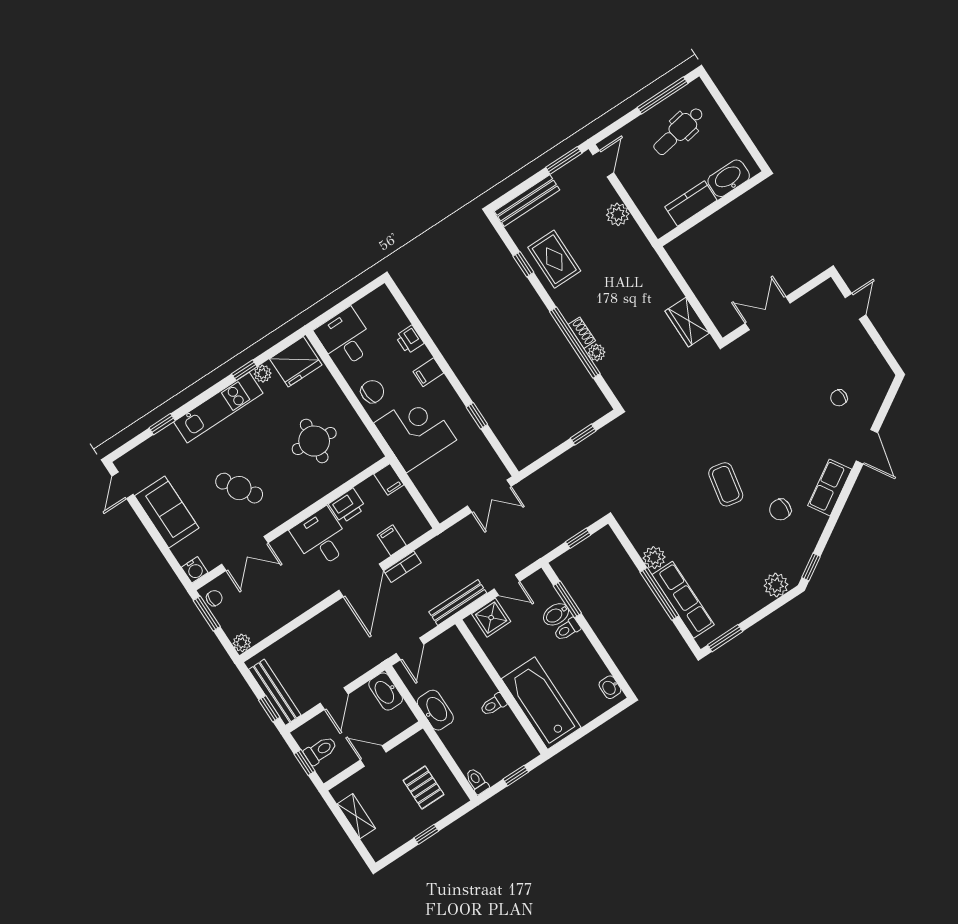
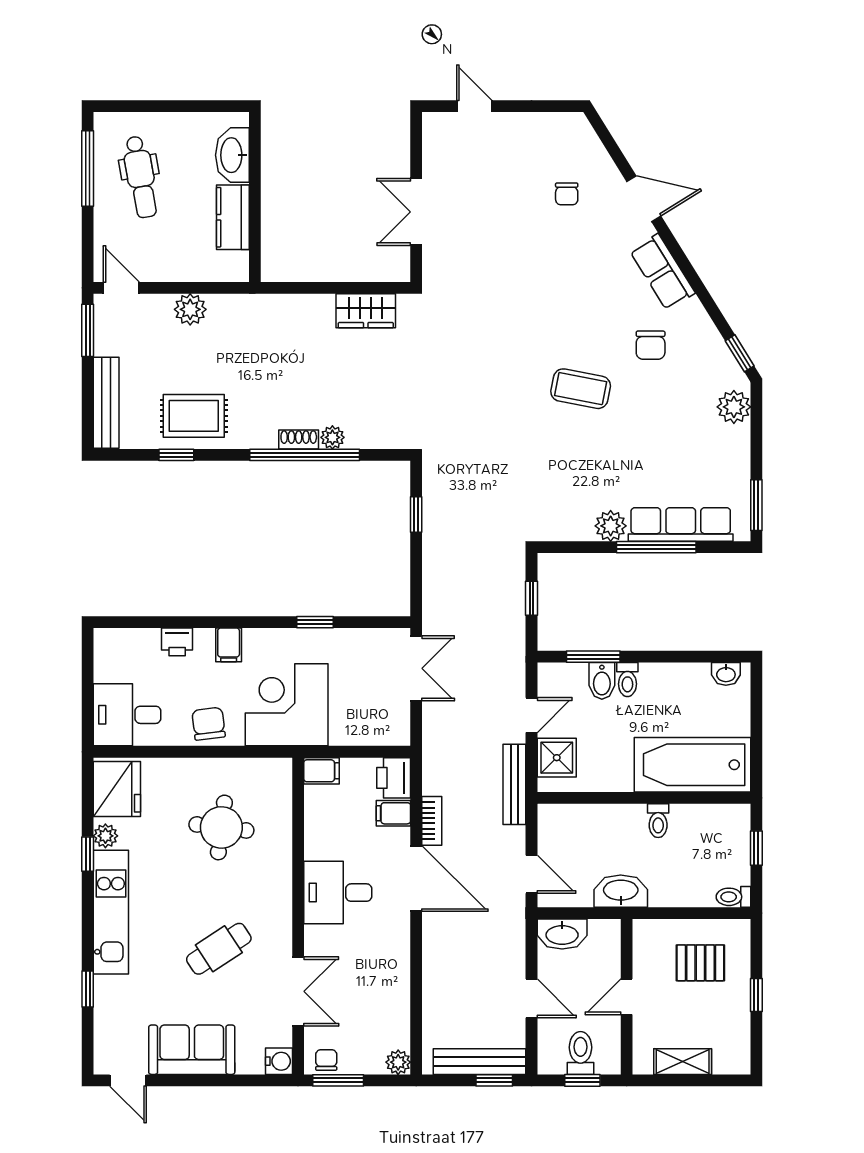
printer: (347, 506) -> (394, 778), moved, turned 180

